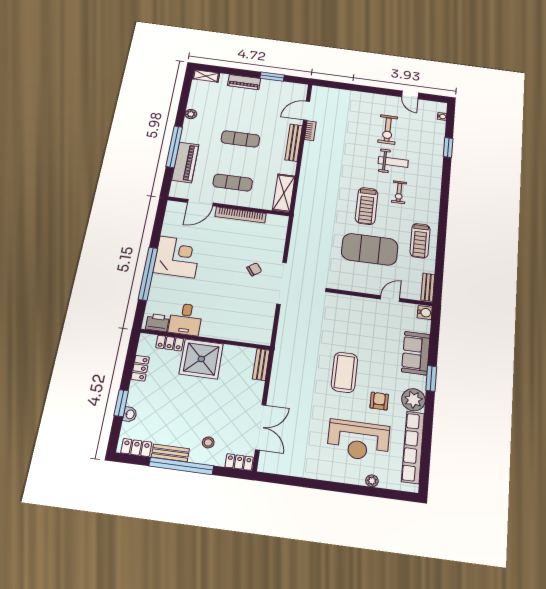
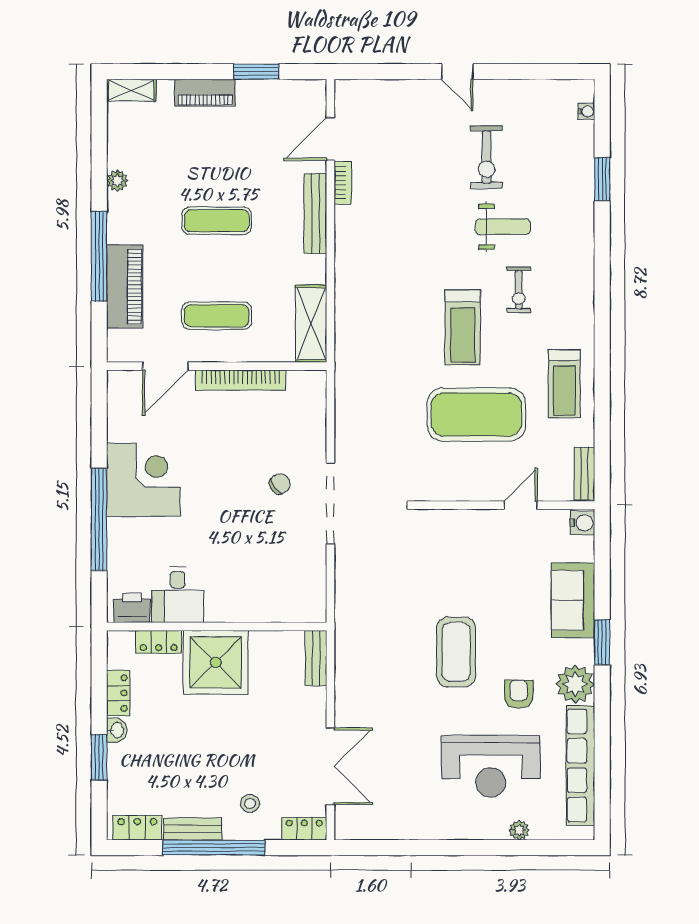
door: (410, 95) -> (457, 72), moved
washbasin: (130, 414) -> (117, 730), moved

